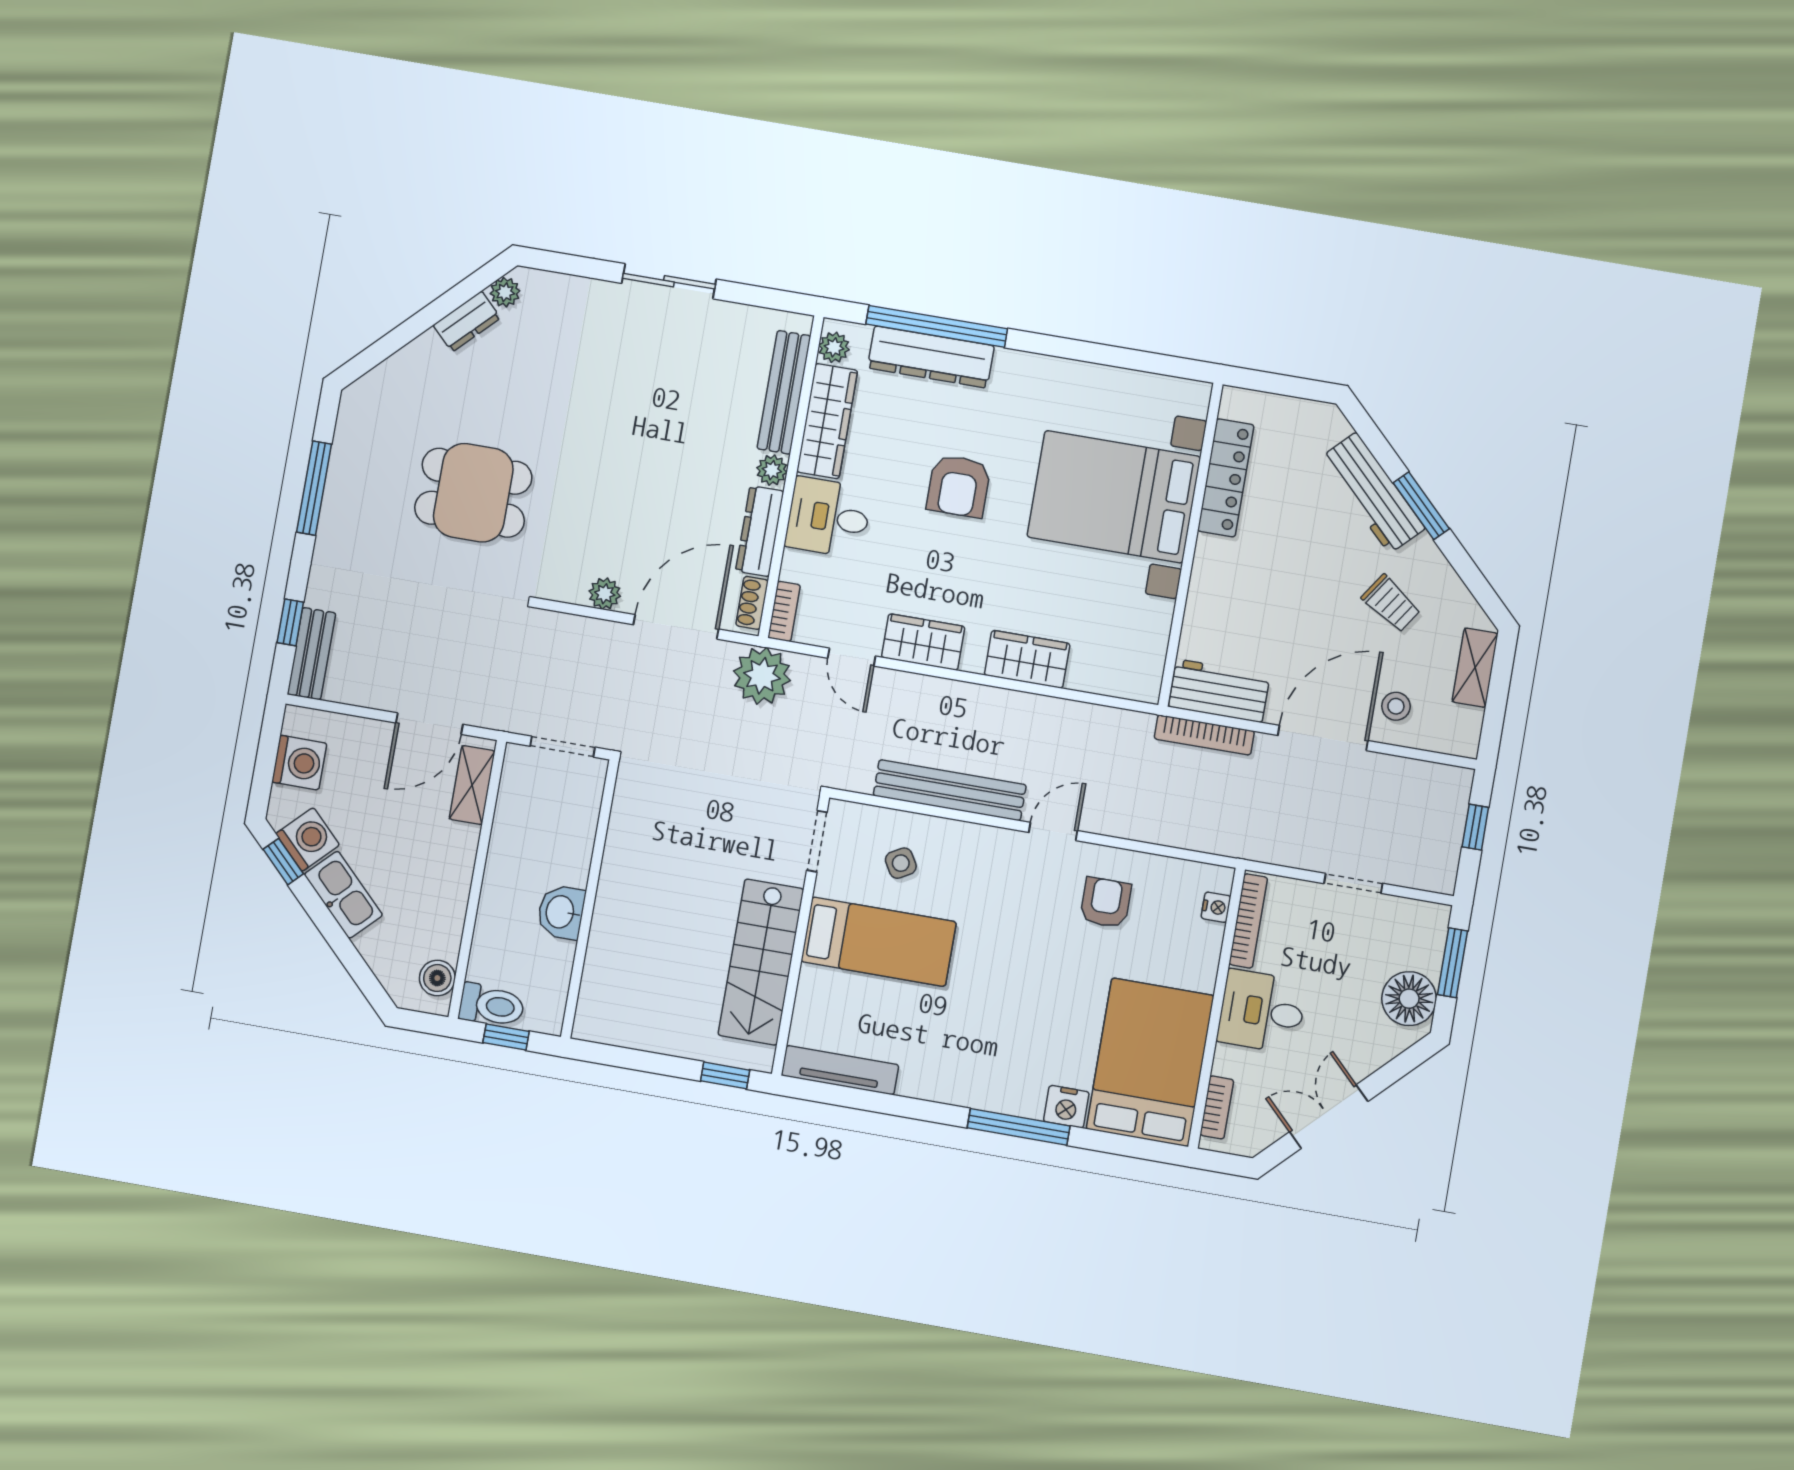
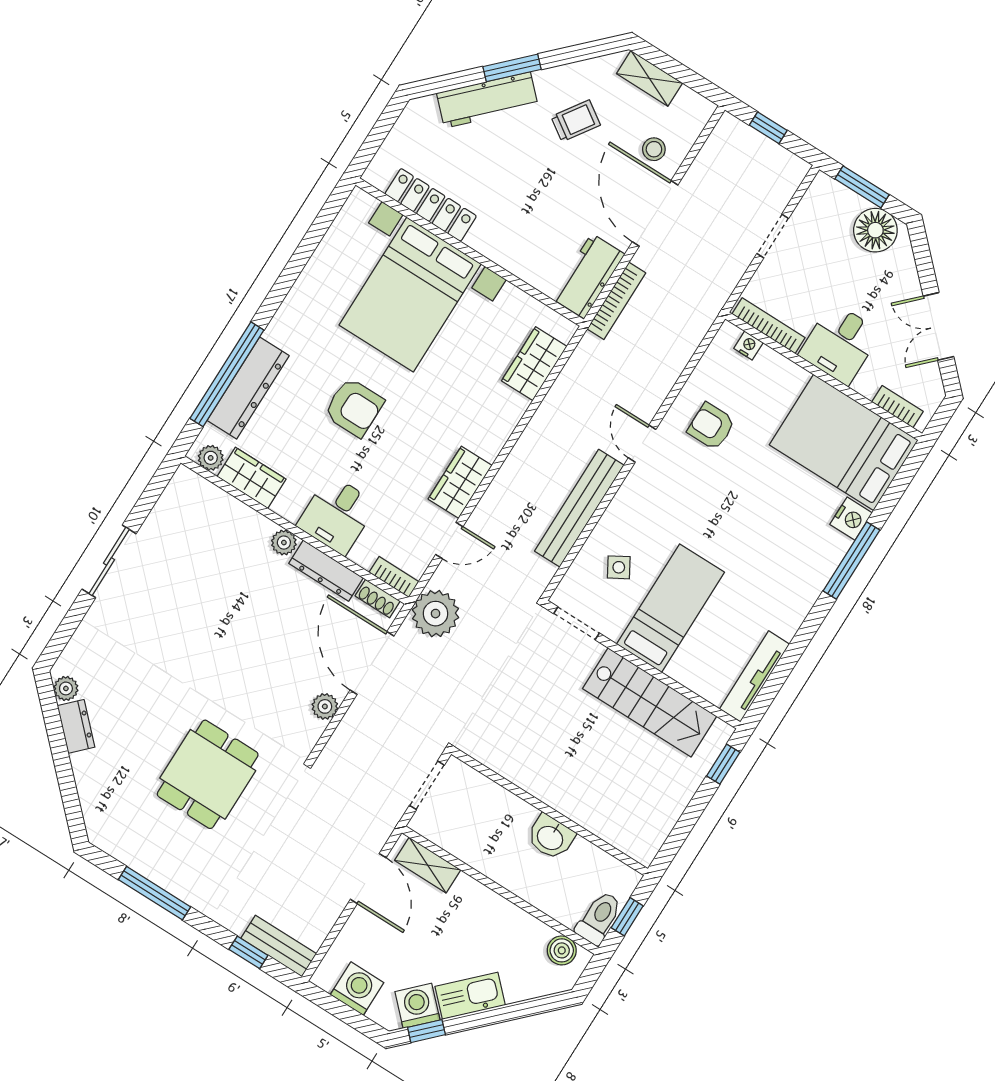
bench: (784, 392) -> (229, 509), removed
wardrobe: (827, 421) -> (251, 478), width x0.67
wardrobe: (1027, 659) -> (534, 364), moved

